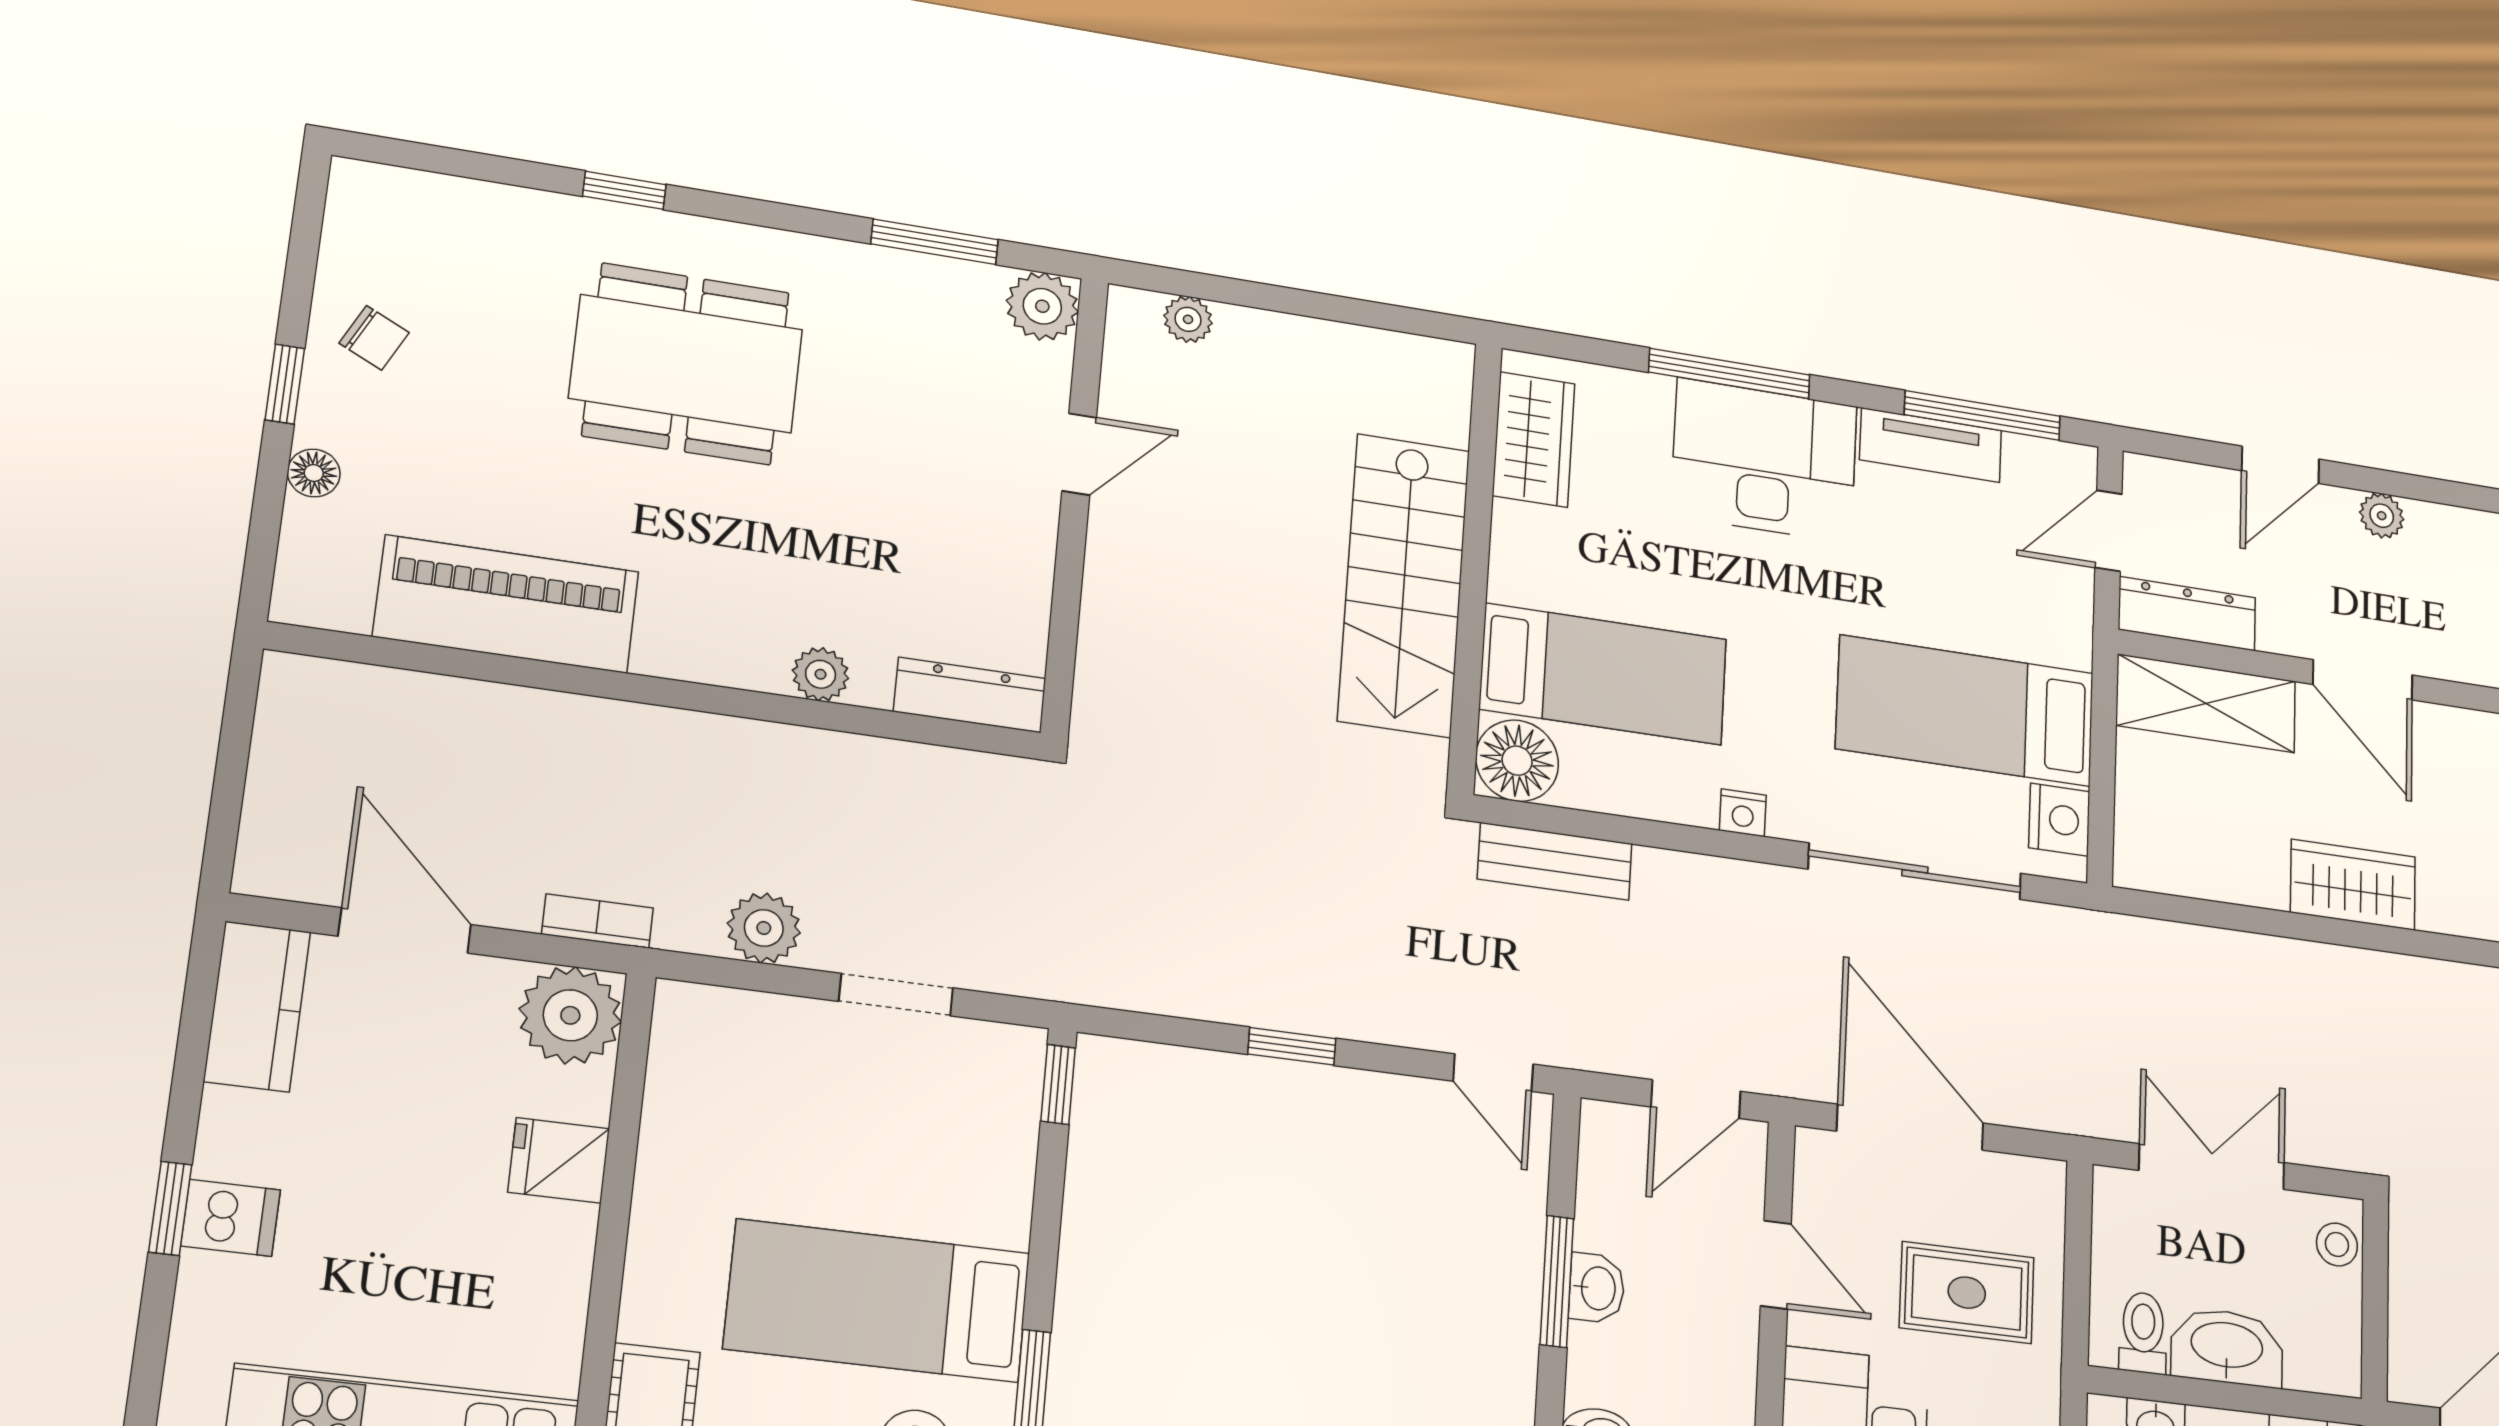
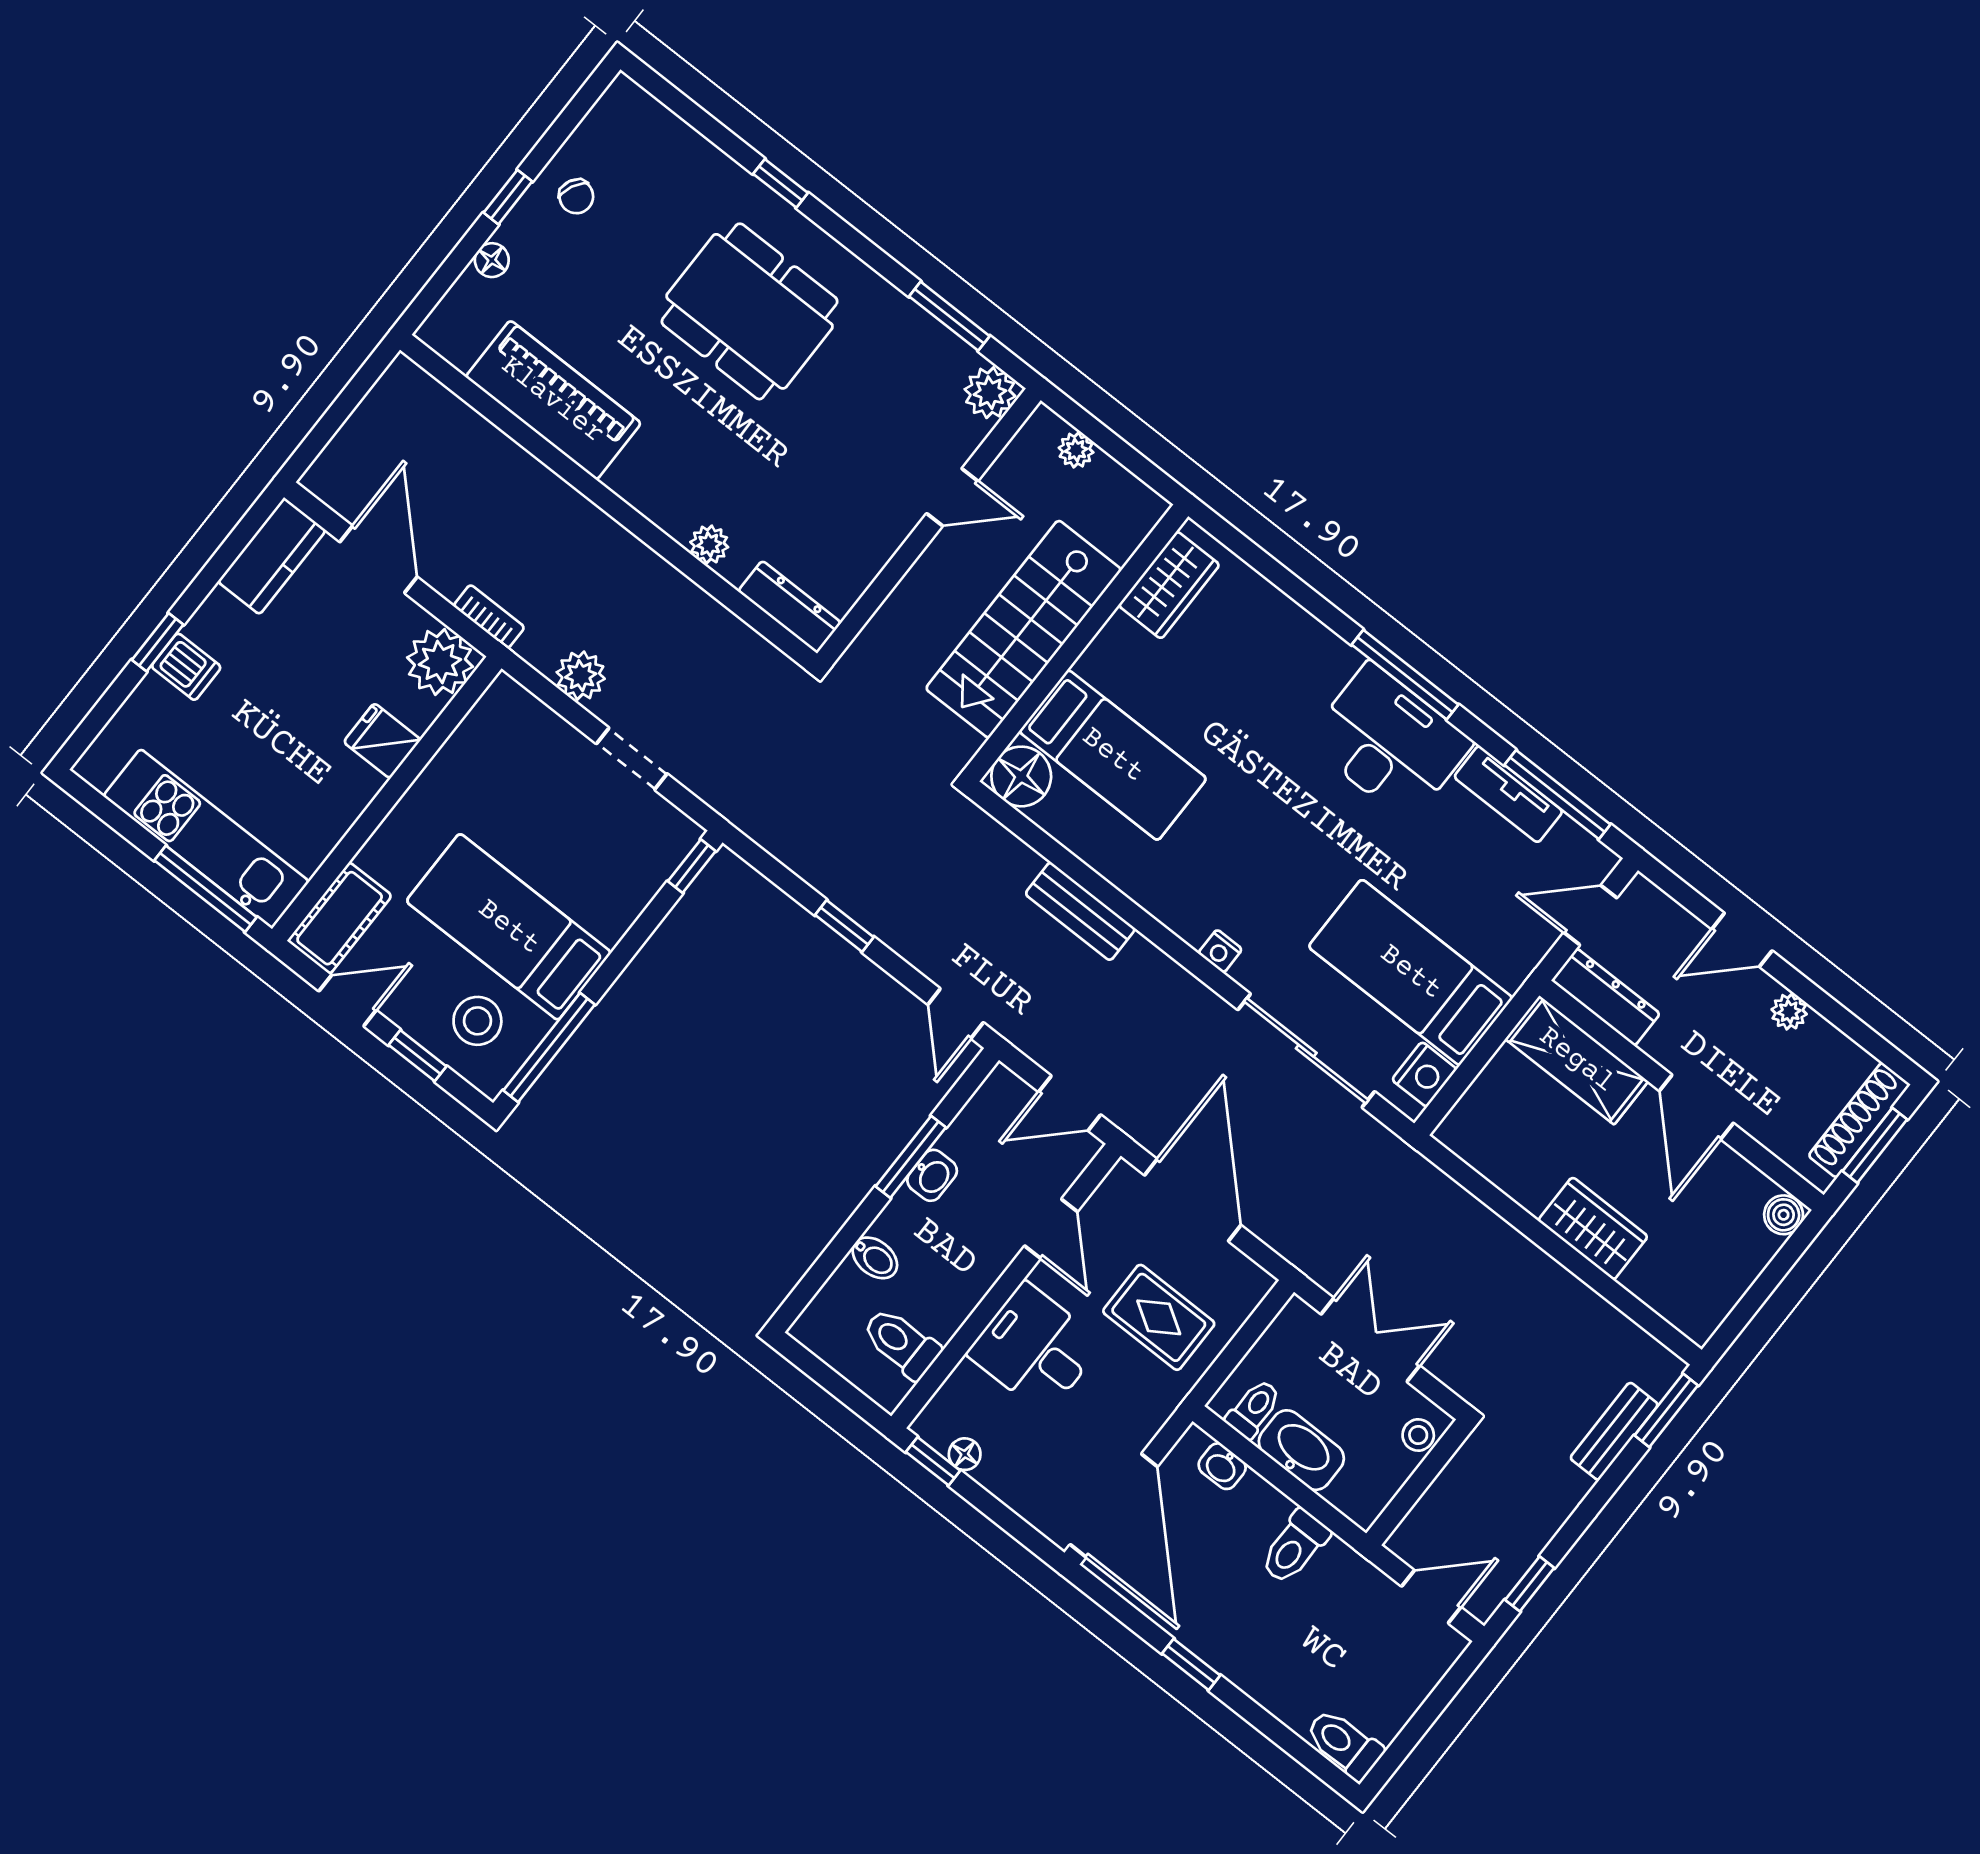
wardrobe: (1534, 440) -> (1169, 585), moved
wall: (1475, 566) -> (1076, 643), moved
stairs: (1404, 585) -> (1024, 629), moved
bed: (1603, 674) -> (1113, 755), moved
floor lamp: (1517, 761) -> (1021, 776), moved

